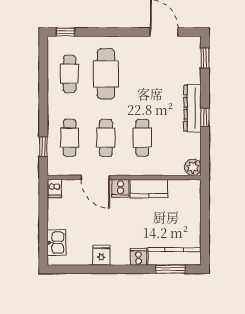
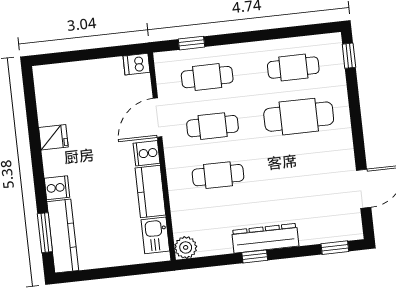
kitchen sink: (56, 243) -> (155, 235), moved, turned 90

